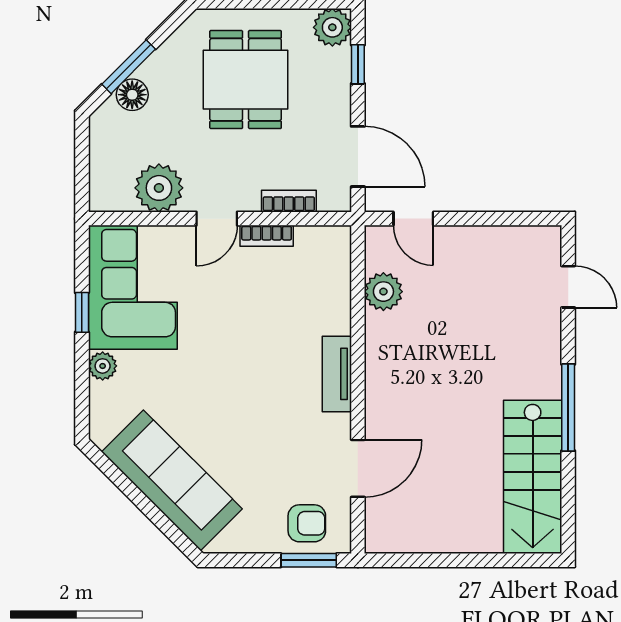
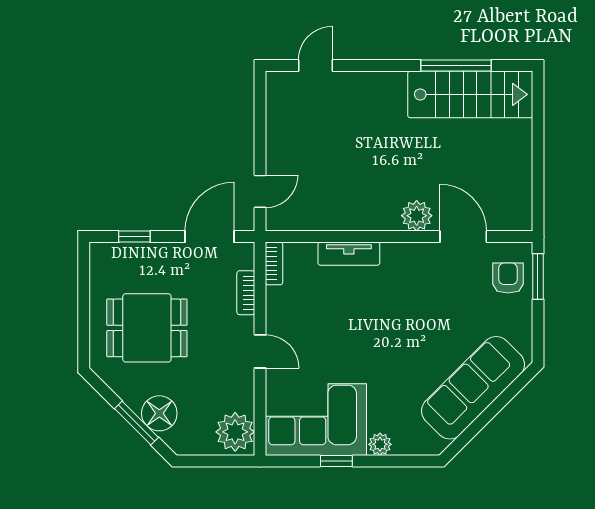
plant: (332, 27) -> (104, 257), removed
floor lamp: (132, 95) -> (159, 413), width x1.38, depth x1.38
plant: (159, 188) -> (235, 432), moved
bookcase: (267, 236) -> (274, 263), moved
plant: (383, 292) -> (417, 216), moved
tv unit: (337, 374) -> (349, 254), moved
window: (568, 407) -> (456, 66), moved

